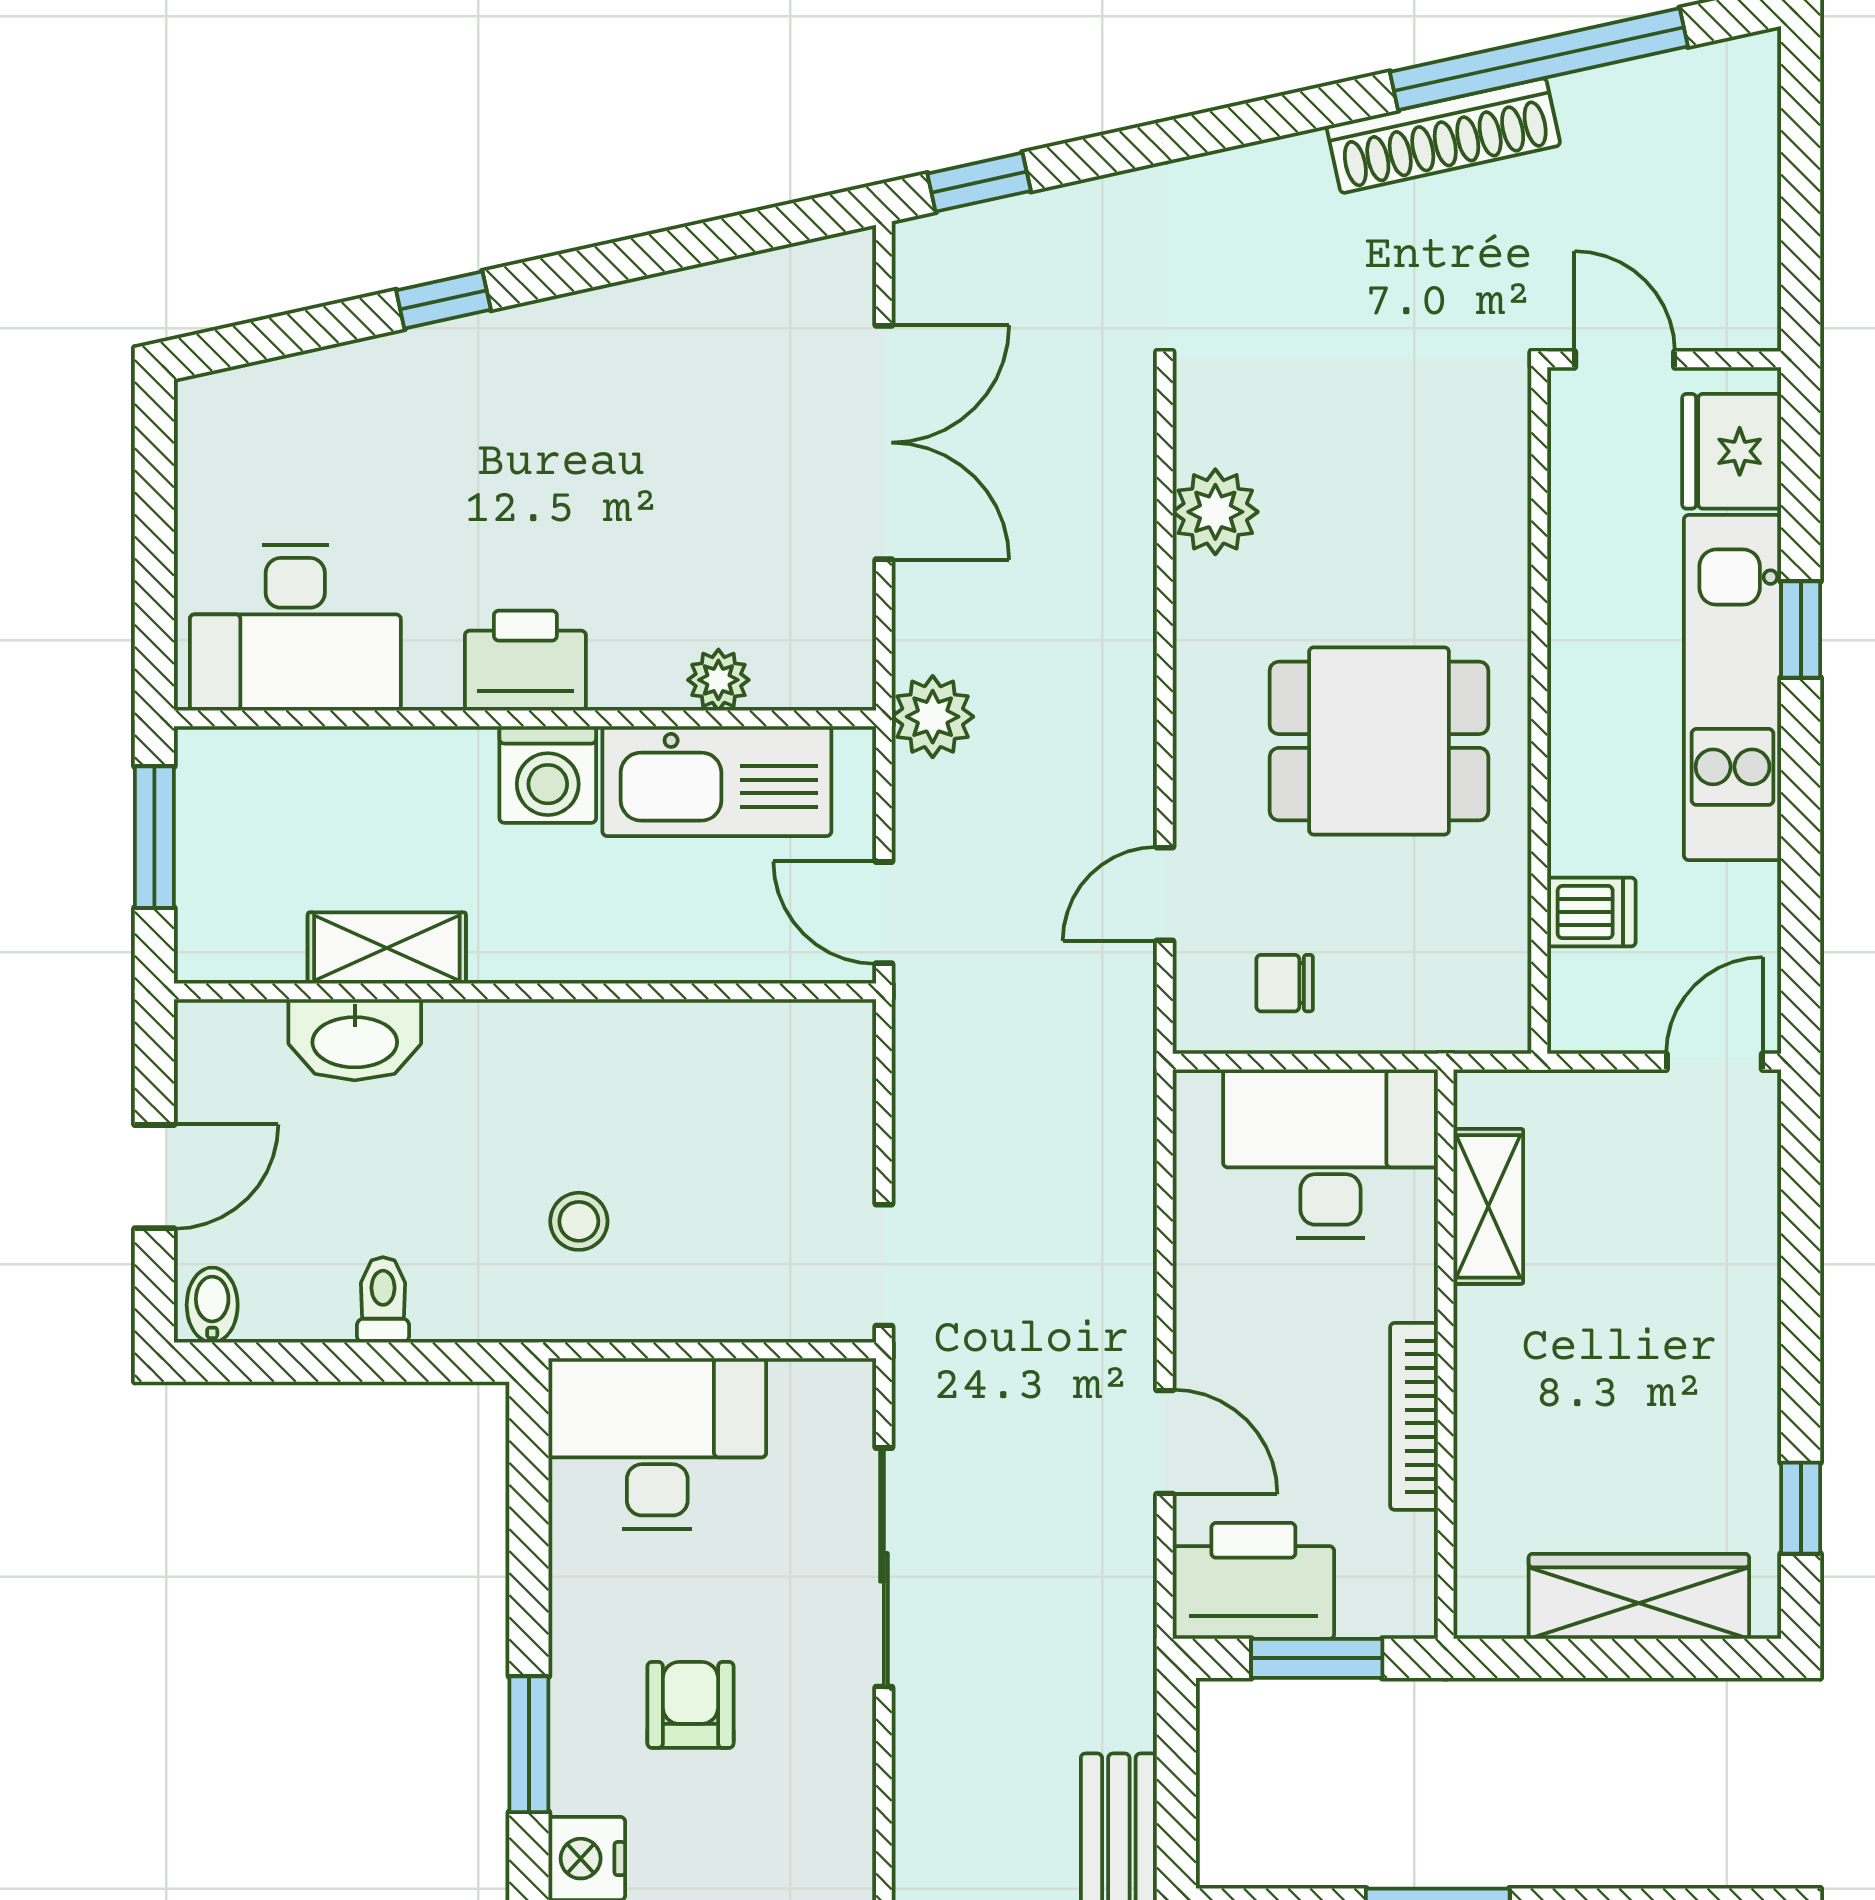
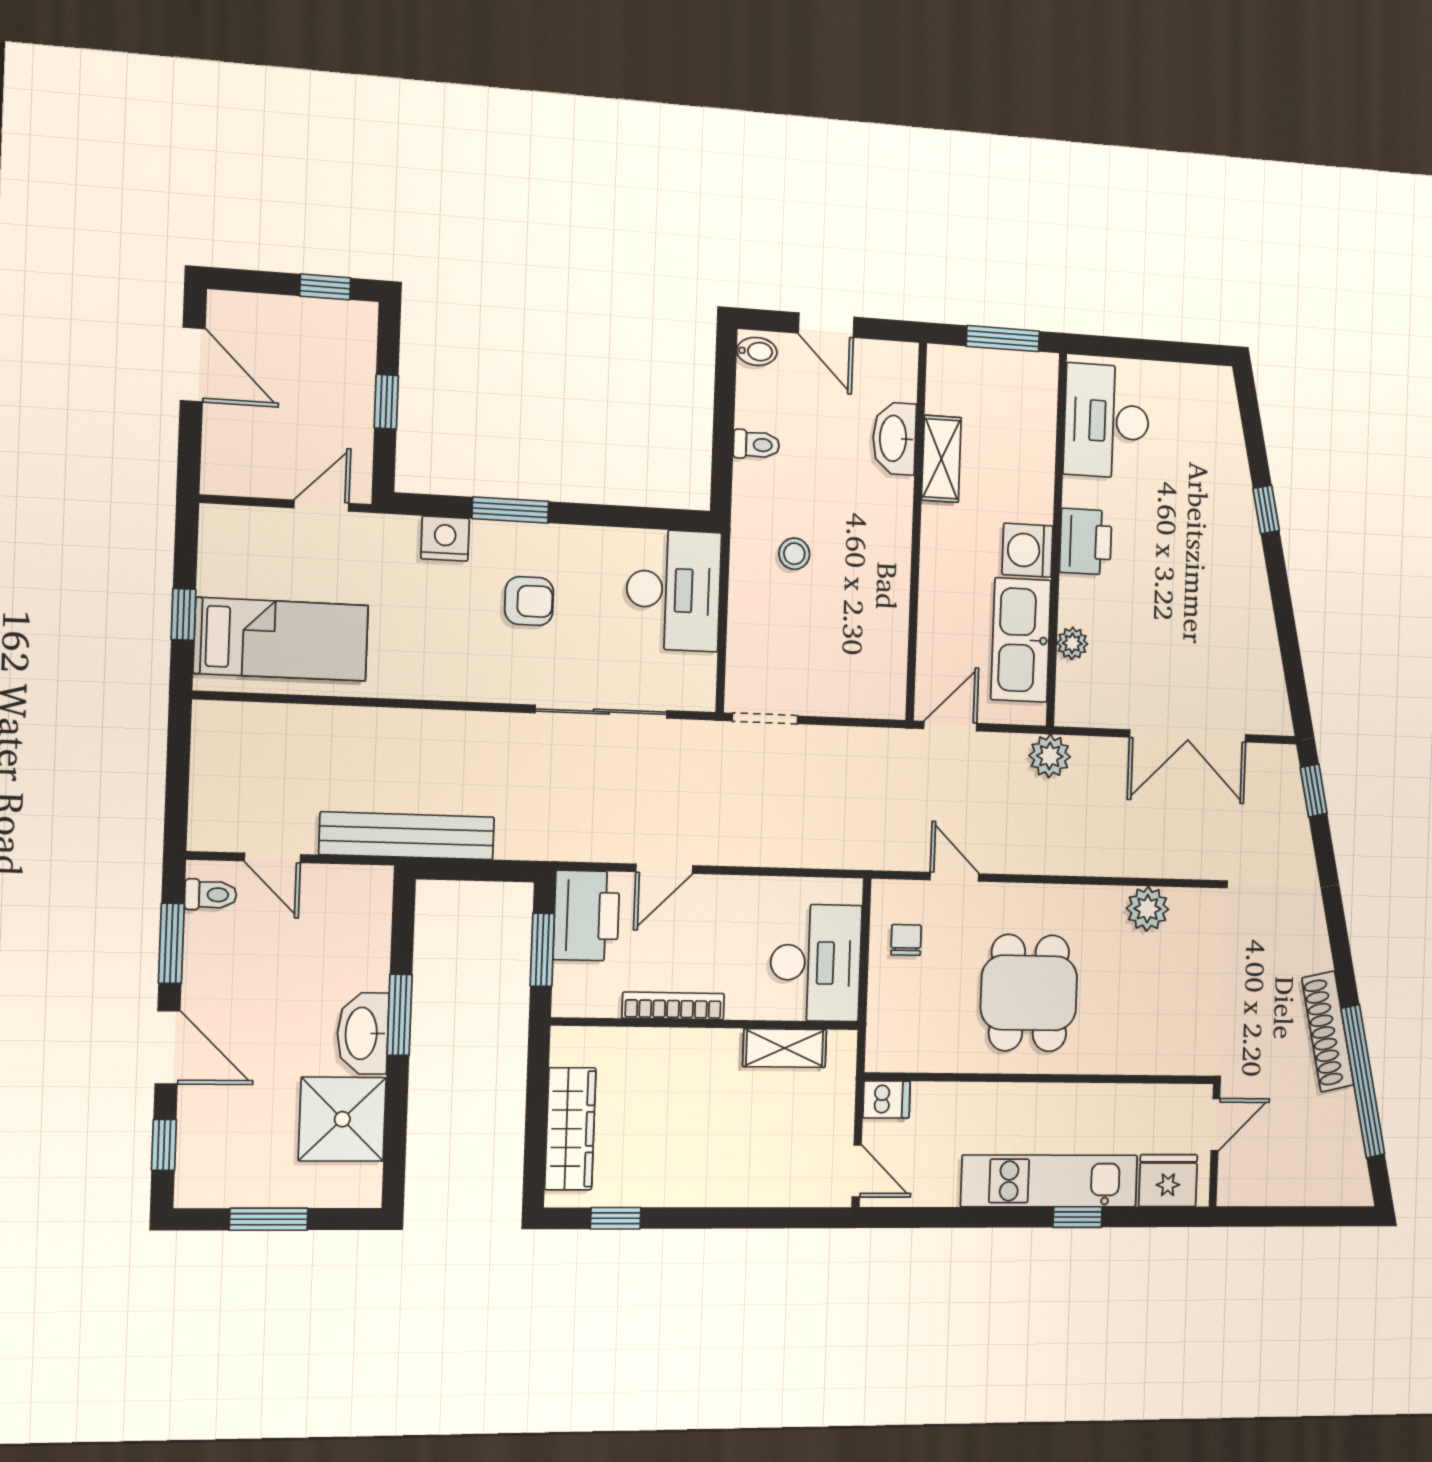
dishwasher: (1591, 912) -> (887, 1099), moved, turned -90

